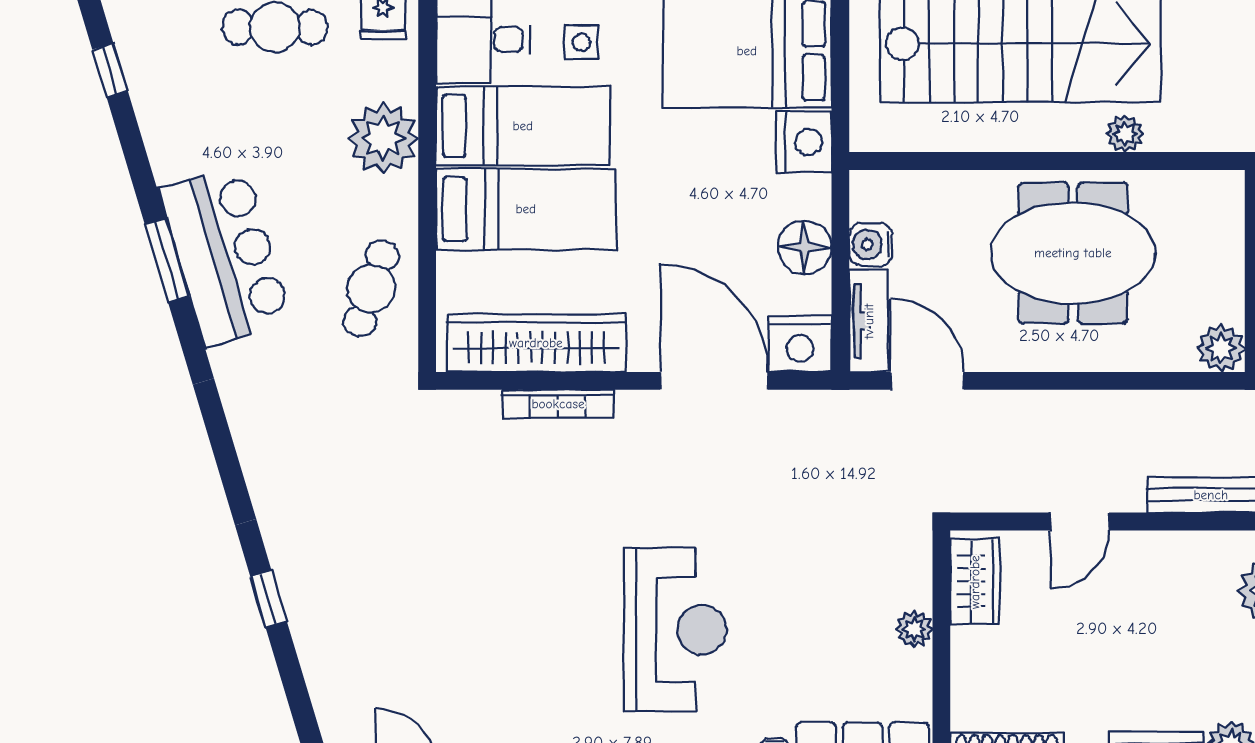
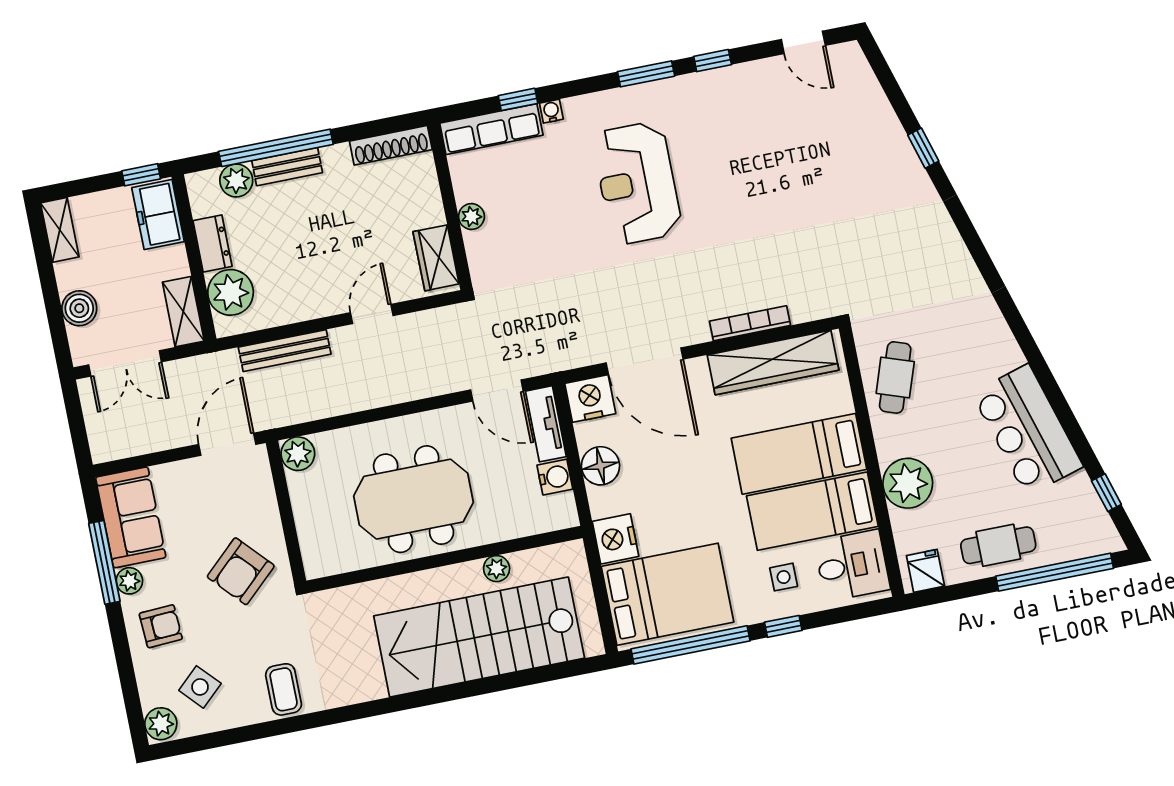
plant: (1125, 134) -> (497, 569), moved
bar counter: (225, 255) -> (1027, 430), moved
window: (167, 260) -> (1041, 369), removed

